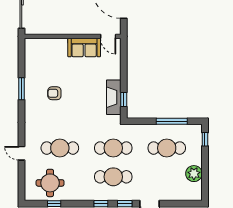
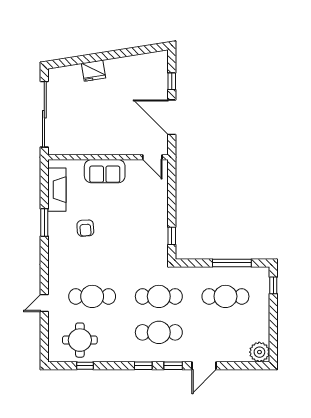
sofa: (84, 48) -> (105, 171), moved
armchair: (54, 93) -> (85, 228), turned -94
fireplace: (114, 97) -> (57, 190), moved, turned 180
door: (22, 153) -> (44, 303), hinge flipped
plant: (194, 174) -> (259, 352), moved

